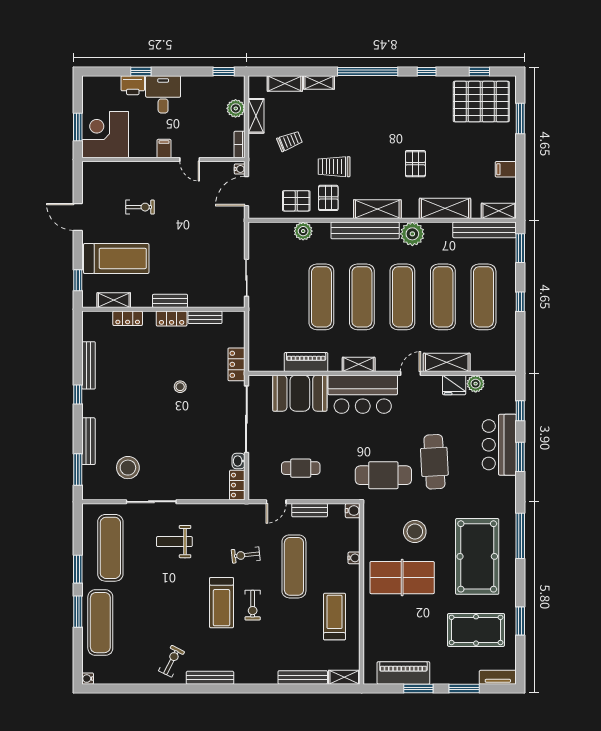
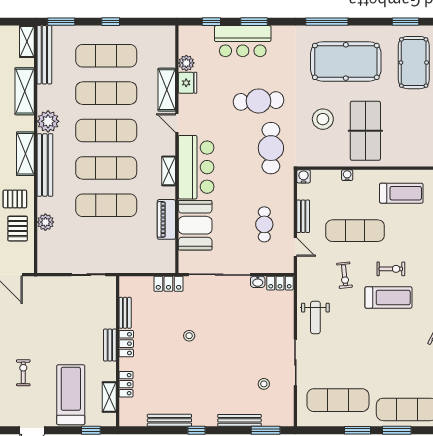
stool: (128, 468) -> (264, 384), width x0.53, depth x0.53
weight bench: (174, 542) -> (315, 317), moved
treadmill: (335, 617) -> (401, 193), turned 180

